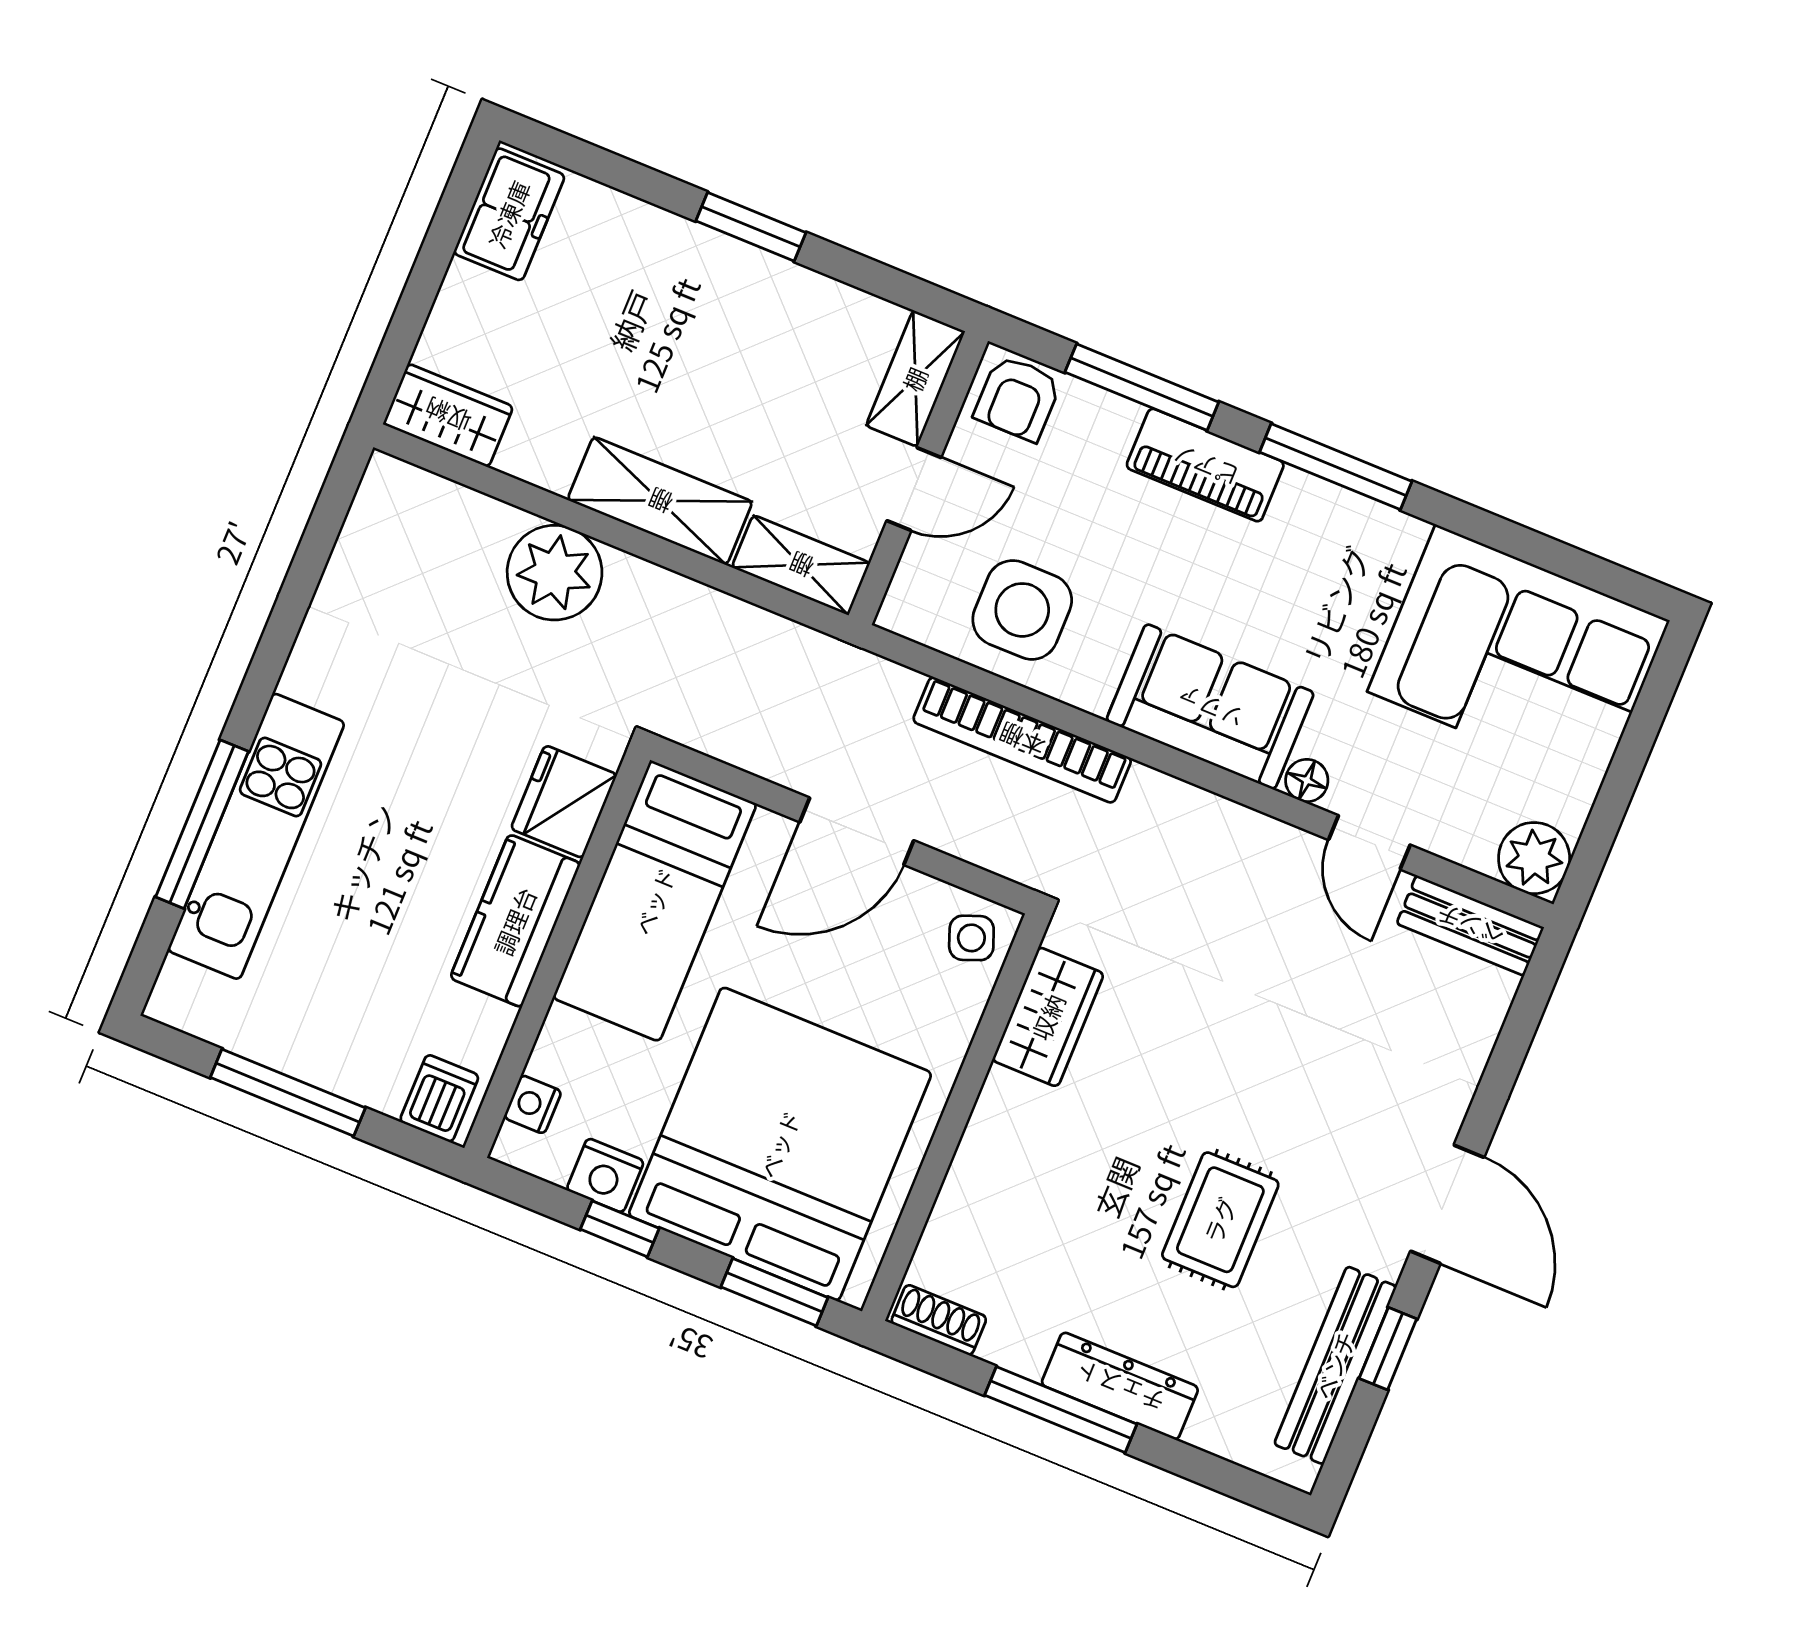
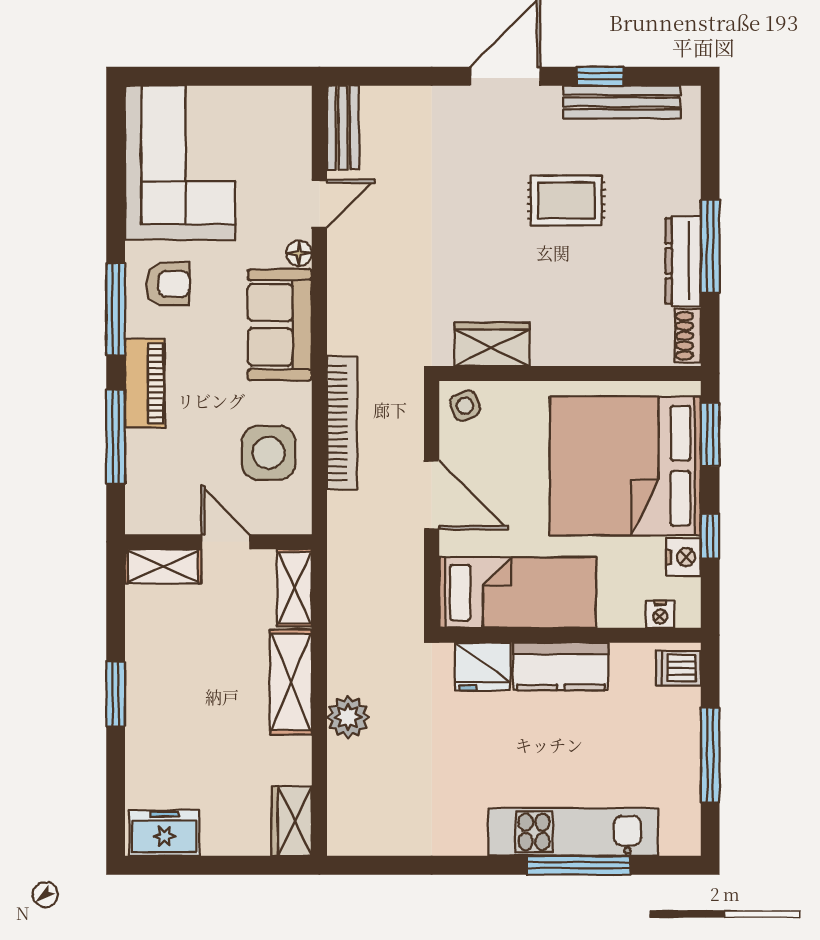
armchair: (1018, 398) -> (168, 284), moved
plant: (555, 573) -> (348, 717), width x0.73, depth x0.73
plant: (1534, 858) -> (290, 107), removed
dresser: (1120, 1386) -> (683, 261), moved

